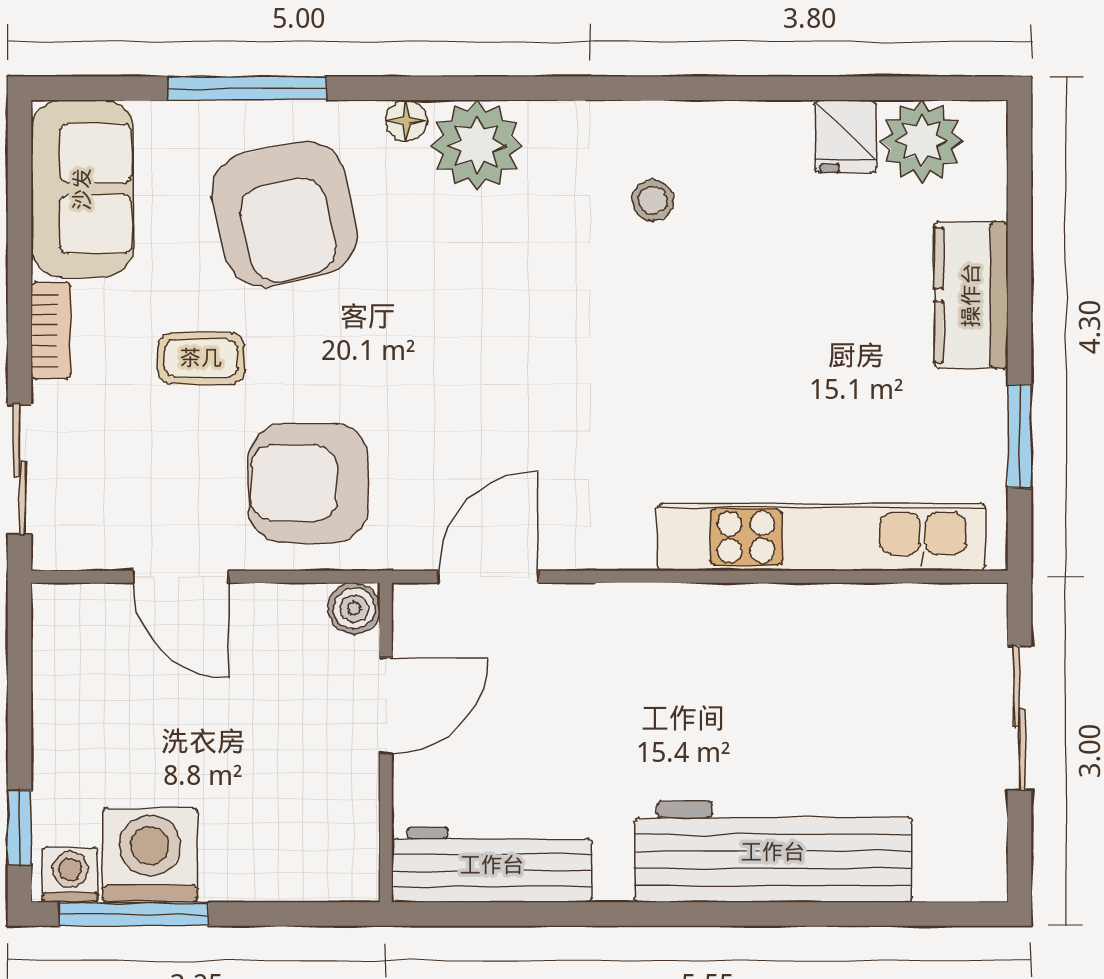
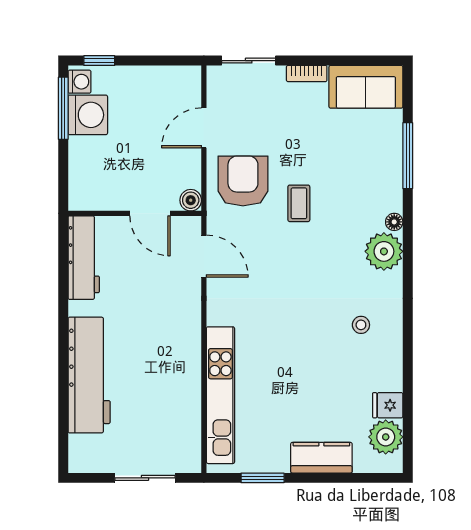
armchair: (285, 214) -> (355, 171), removed
coffee table: (201, 358) -> (299, 203), moved

